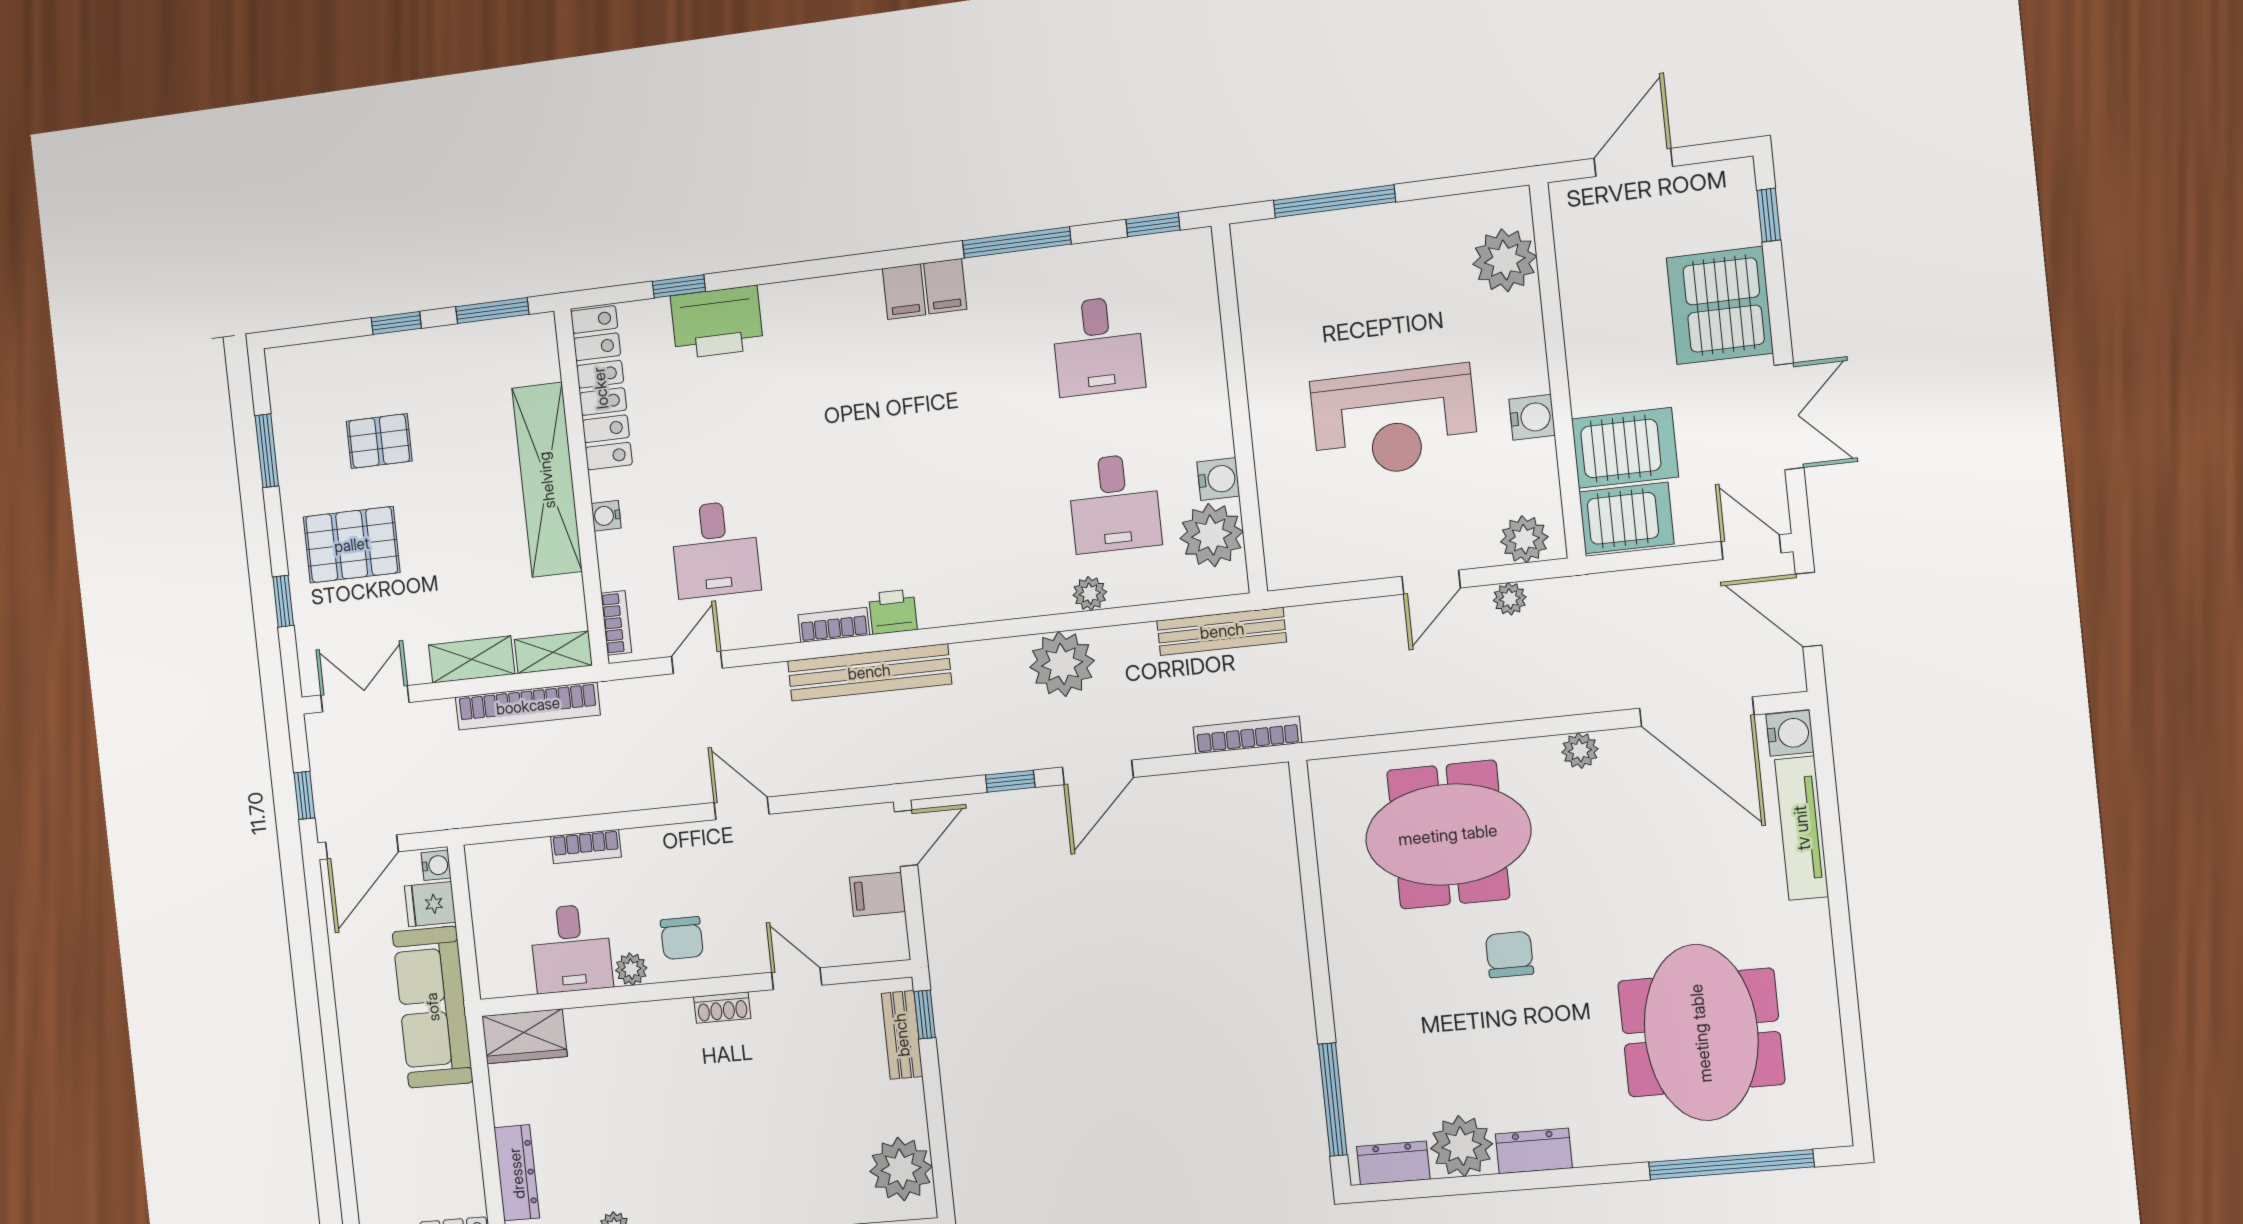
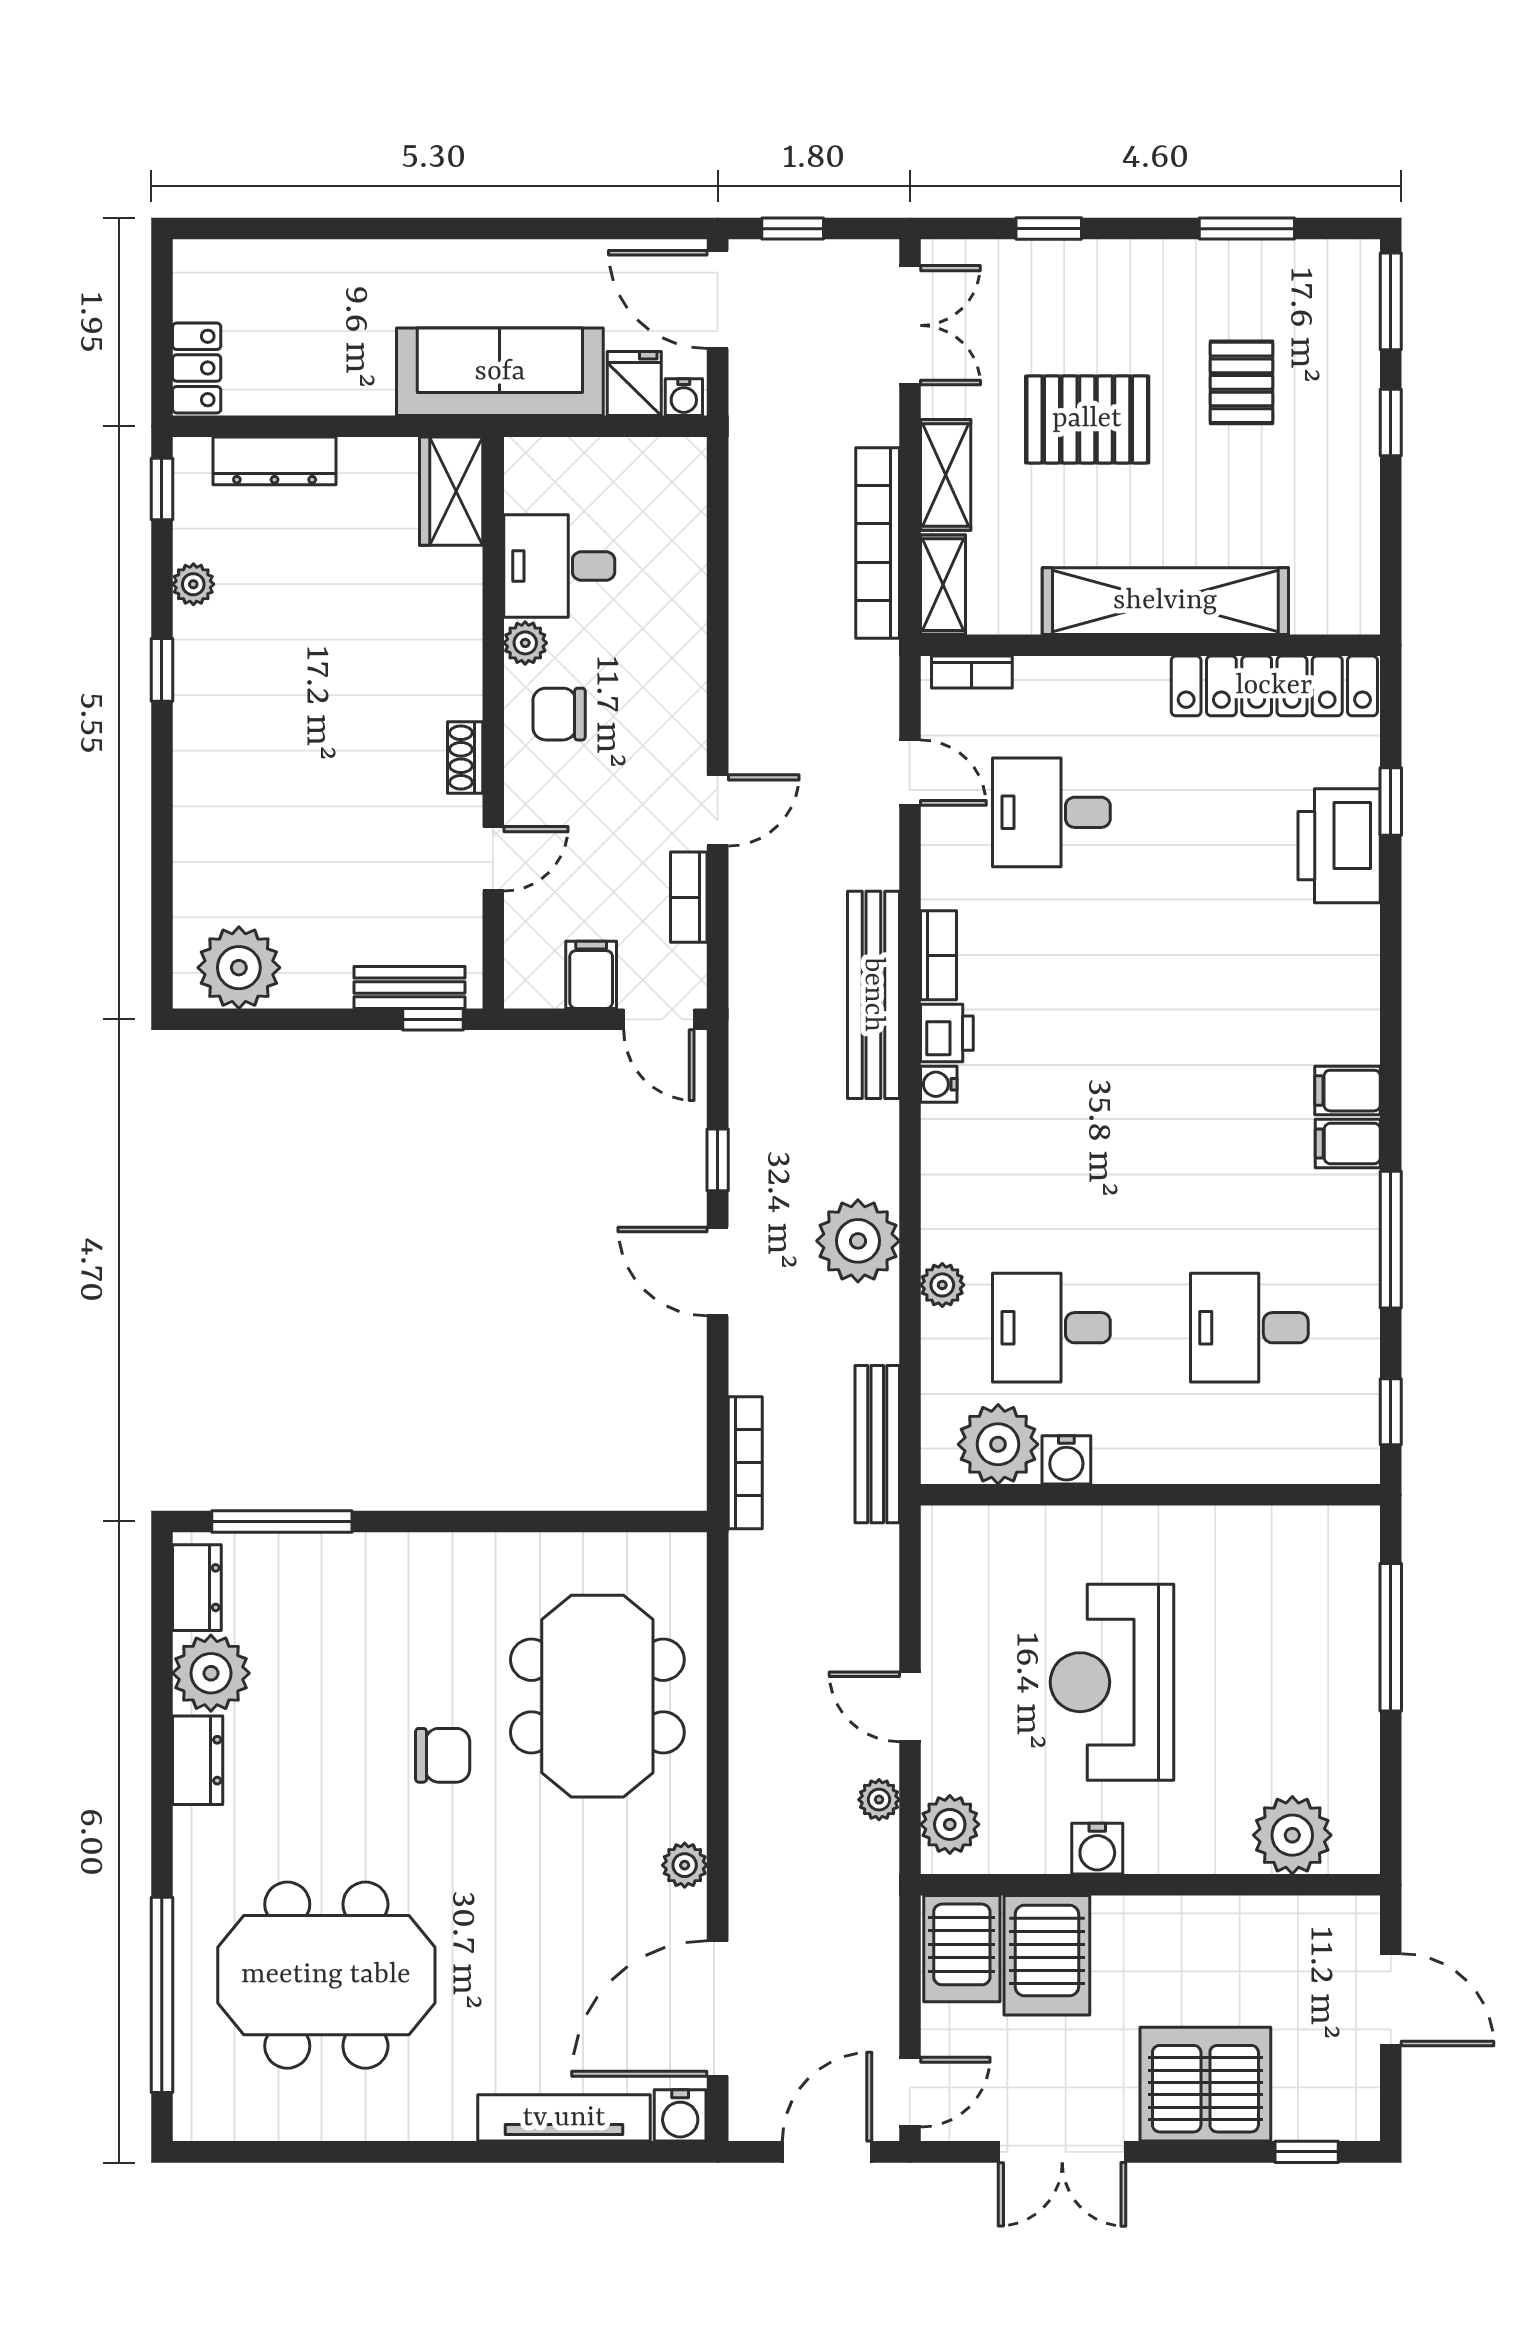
window: (492, 310) -> (1391, 301), moved
water cooler: (606, 516) -> (939, 1084), moved, turned -90
pallet: (352, 545) -> (1087, 419), moved, turned 90
bookcase: (586, 847) -> (689, 897), moved

